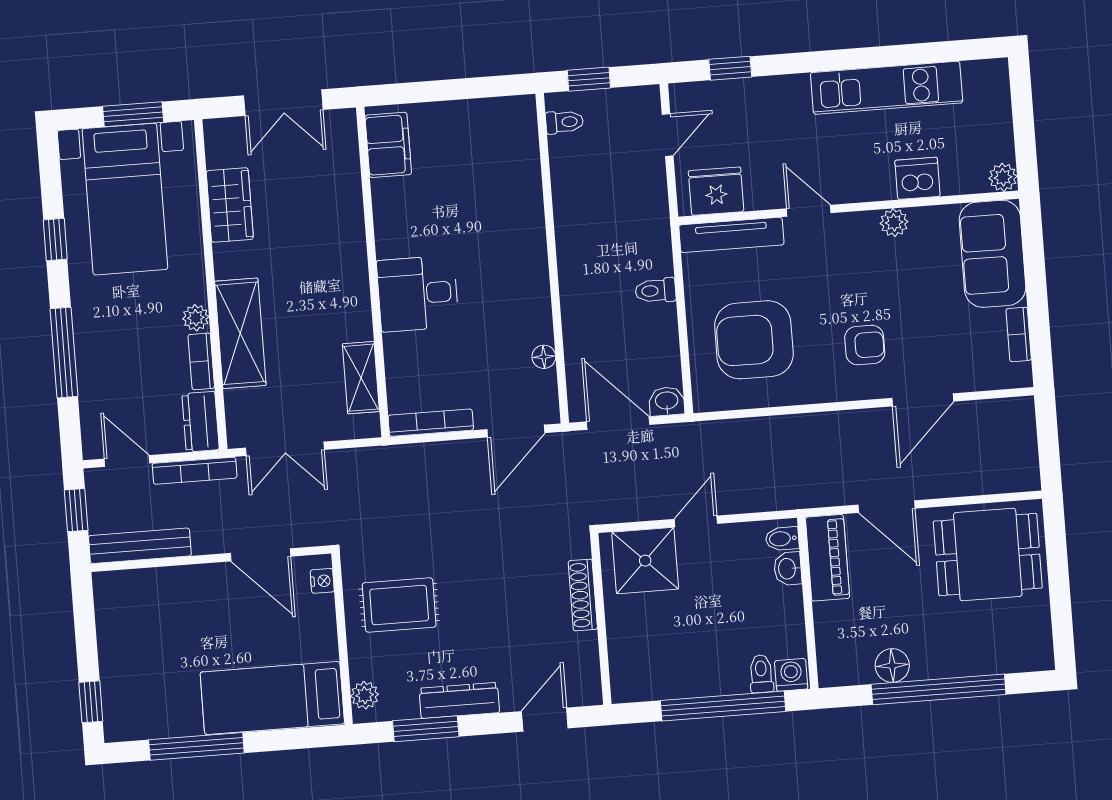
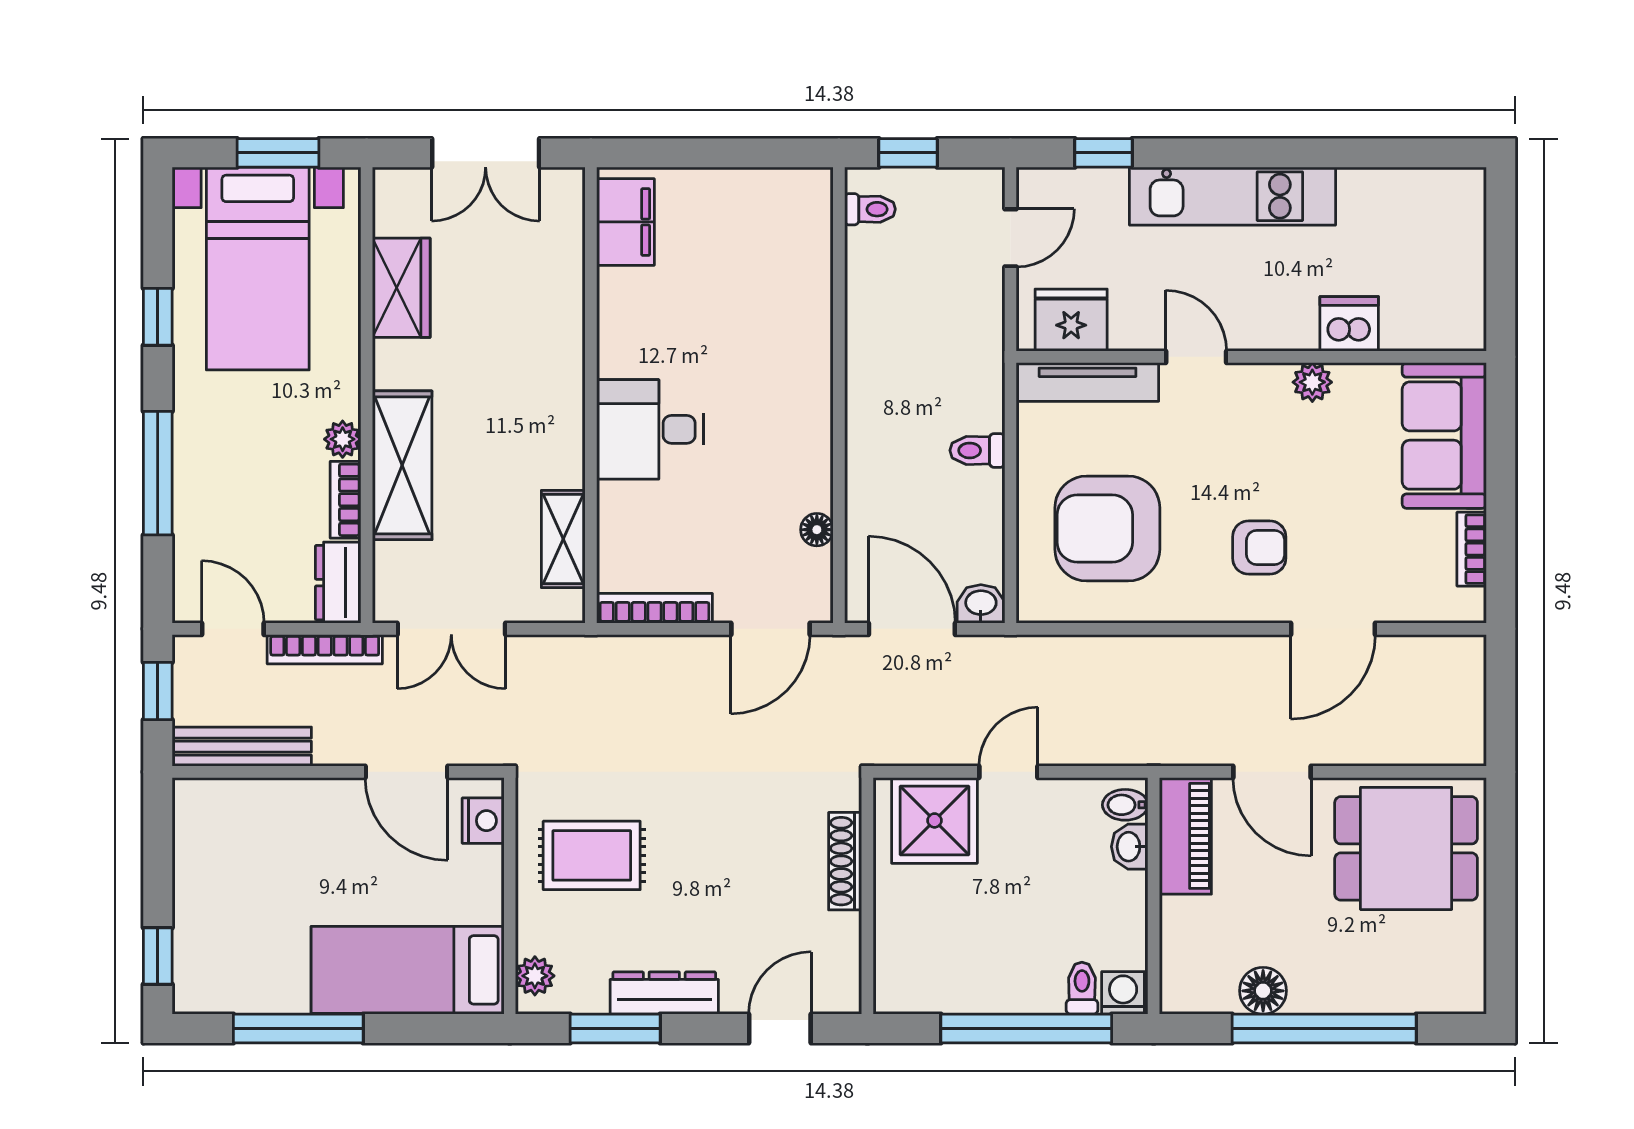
kitchen unit: (887, 88) -> (1233, 196), moved
plant: (1003, 177) -> (1467, 332), removed
nightstand: (322, 581) -> (483, 821), width x1.39, depth x1.35

